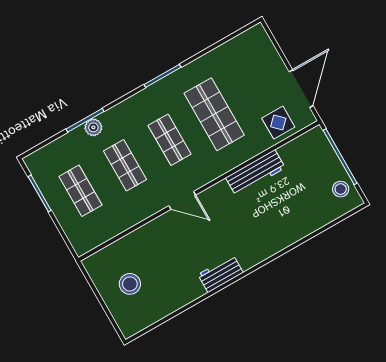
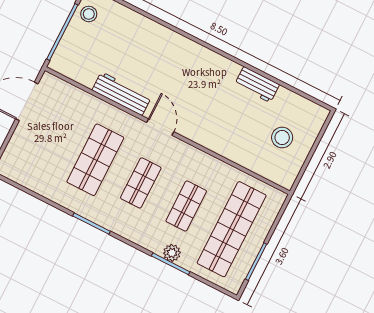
display table: (278, 123) -> (67, 102), removed
shop shelf: (80, 191) -> (232, 229), width x2.00, depth x1.36
door: (182, 200) -> (160, 127), moved
workbench: (221, 274) -> (257, 85), moved

